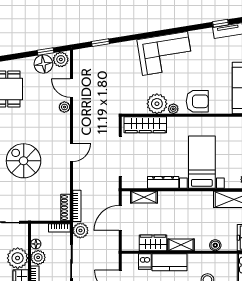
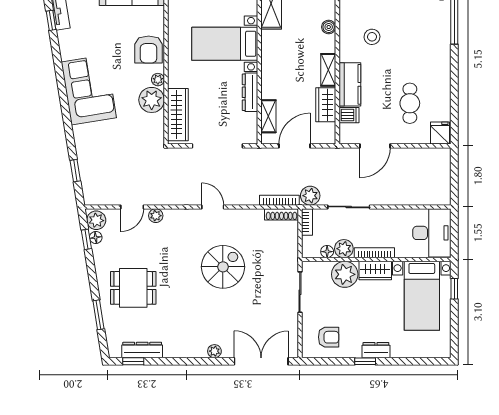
floor lamp: (43, 64) -> (96, 237), width x0.53, depth x0.53
armchair: (197, 101) -> (149, 49), turned 180
spiral stairs: (24, 161) -> (223, 267), turned 180
door: (120, 218) -> (295, 146), swing flipped

